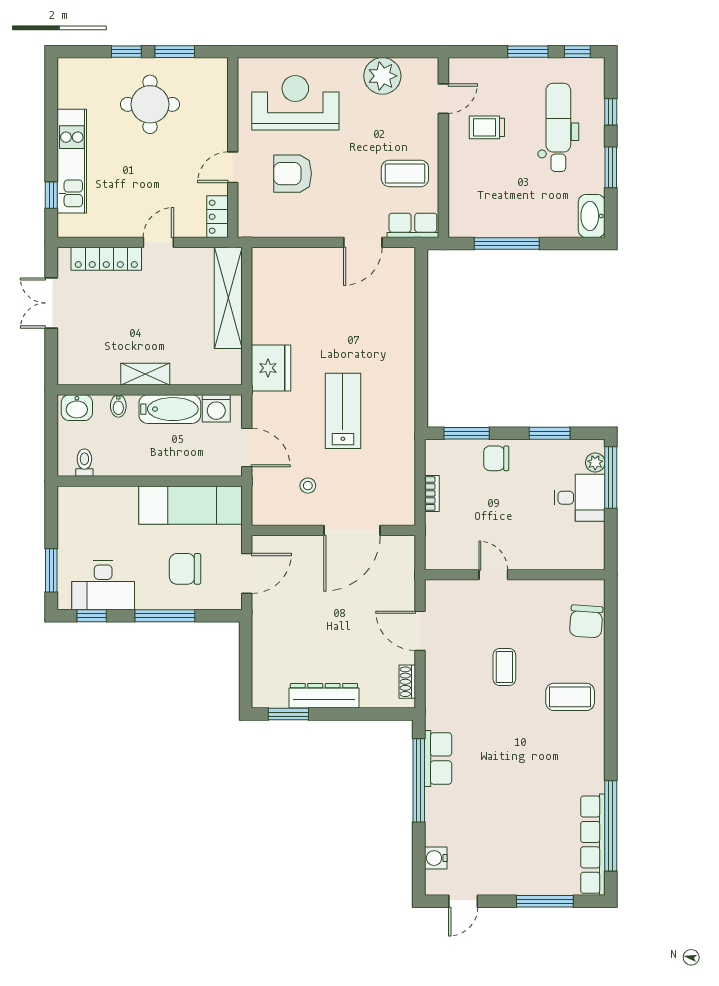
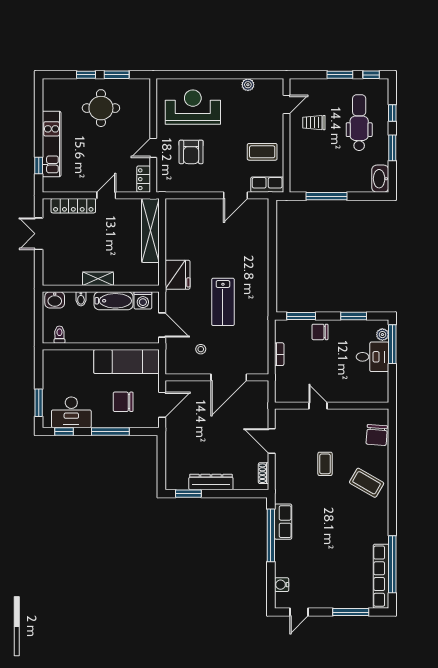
plant: (382, 76) -> (248, 85), width x0.53, depth x0.53
armchair: (293, 174) -> (191, 152), turned -90
lab bench: (343, 411) -> (223, 302), turned 180
coffee table: (570, 697) -> (367, 483), turned 30

